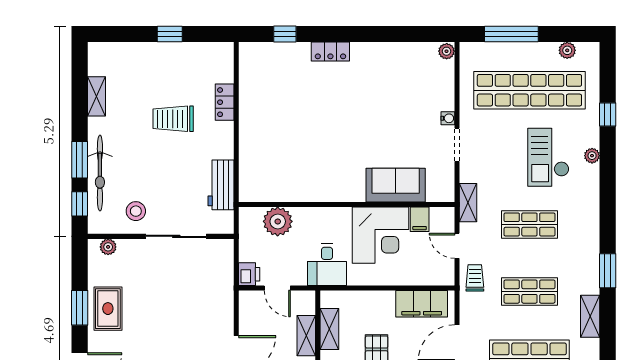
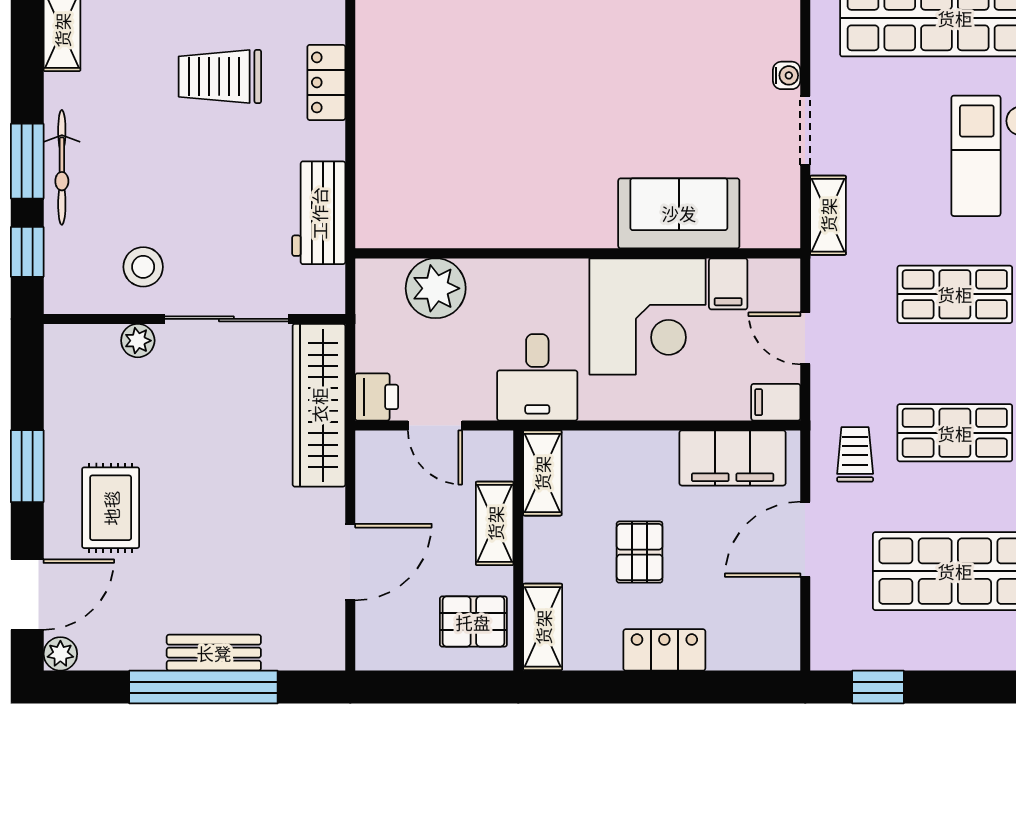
locker: (225, 102) -> (326, 82), moved
bicycle: (100, 173) -> (62, 167), width x0.73, depth x0.71
shelving: (468, 203) -> (828, 215), moved
plant: (108, 247) -> (138, 341), moved
filing cabinet: (443, 277) -> (776, 402), added
wardrobe: (221, 278) -> (319, 405), added
trolley: (475, 278) -> (855, 454), moved
rug: (108, 309) -> (111, 508), moved
shelving: (329, 329) -> (542, 473), moved

